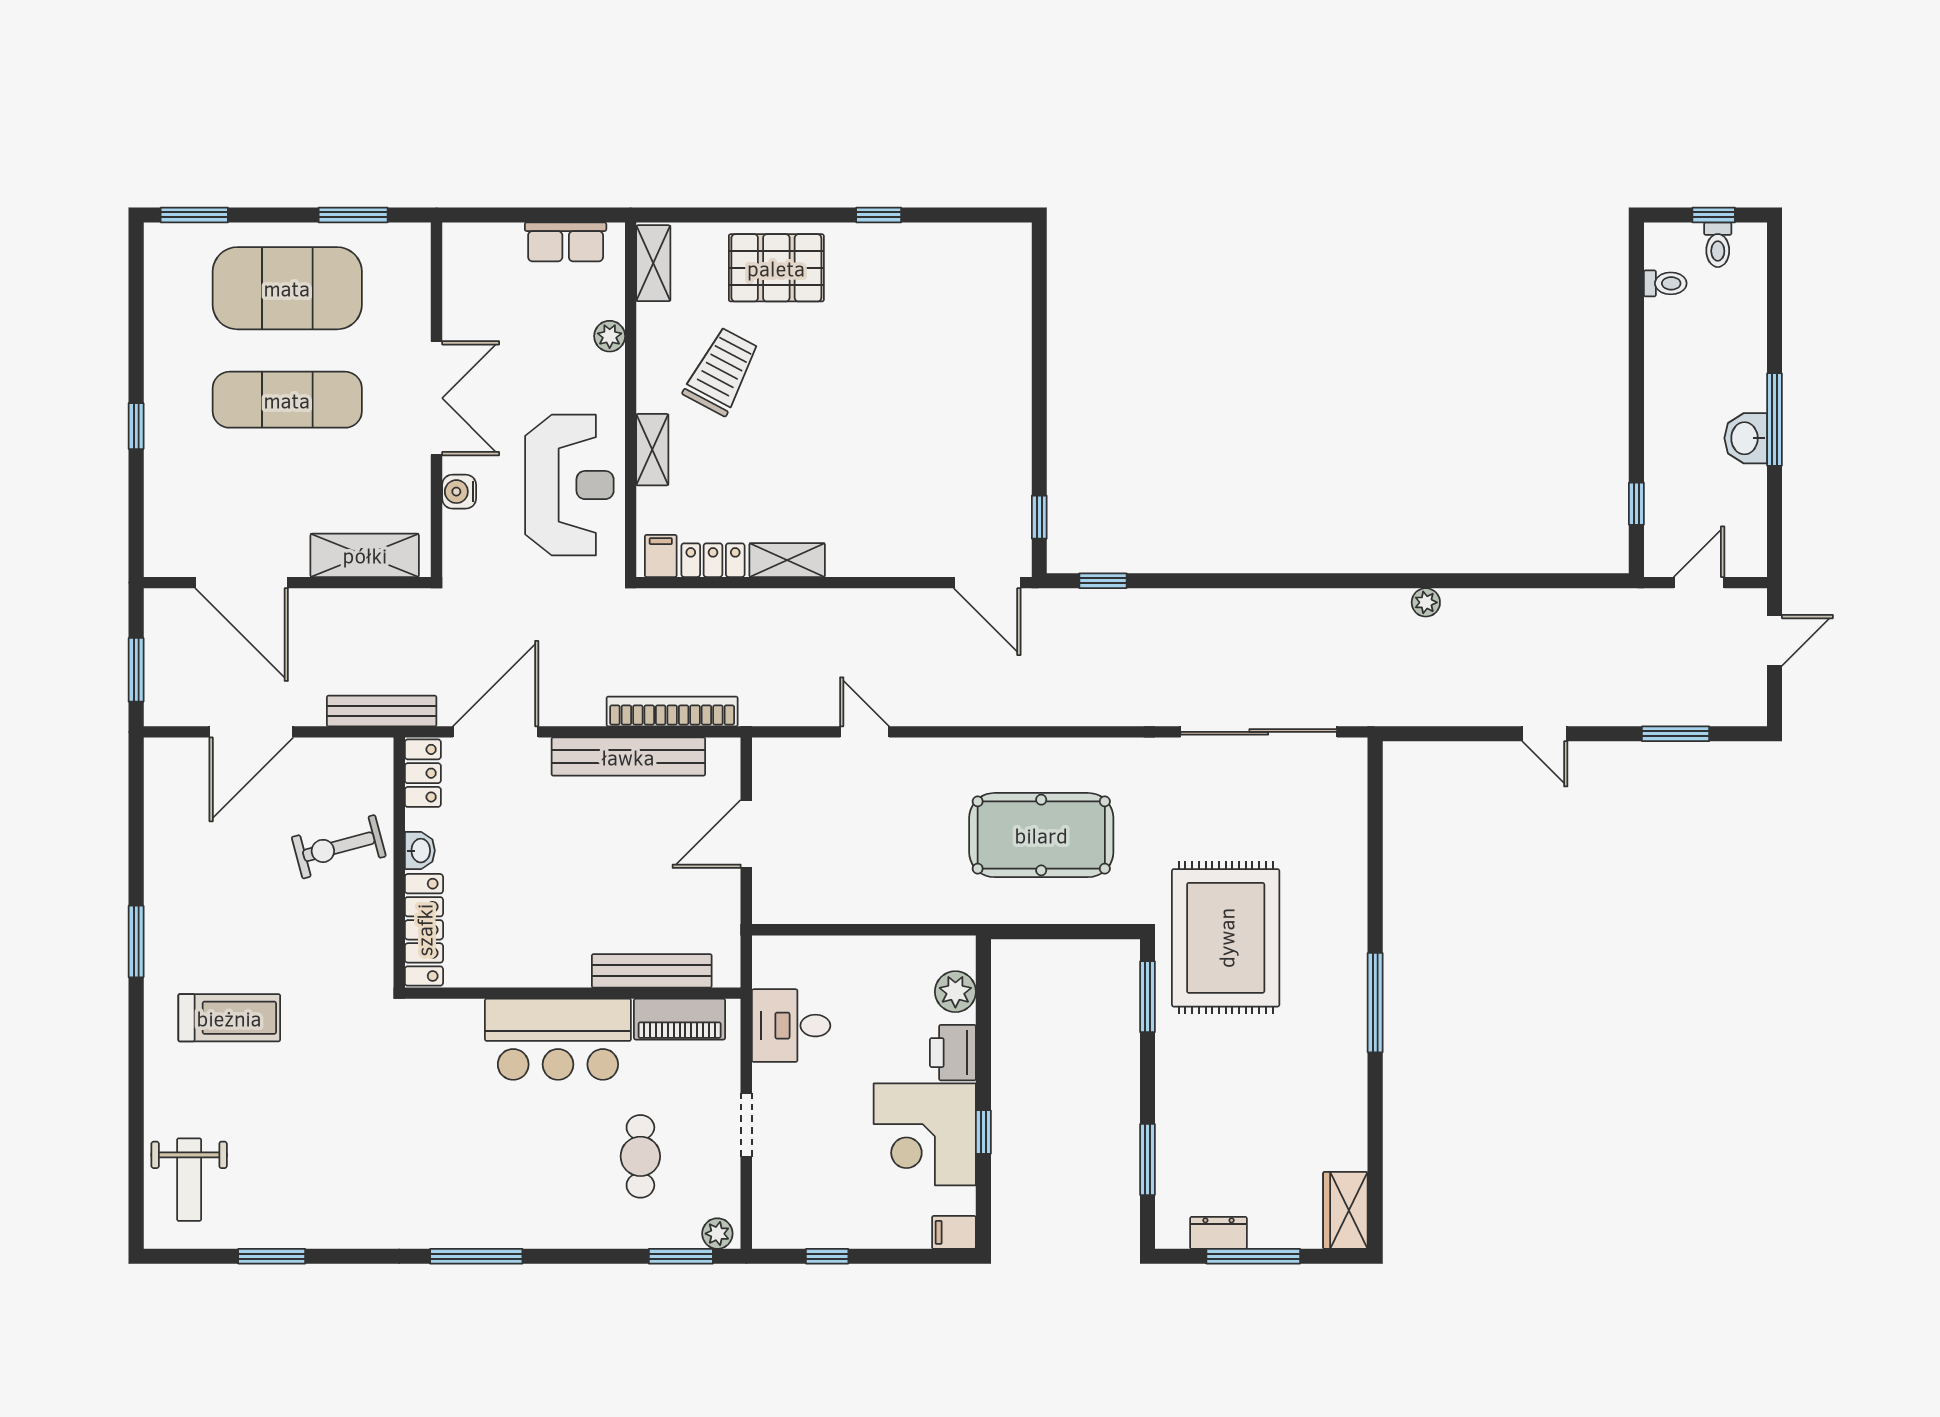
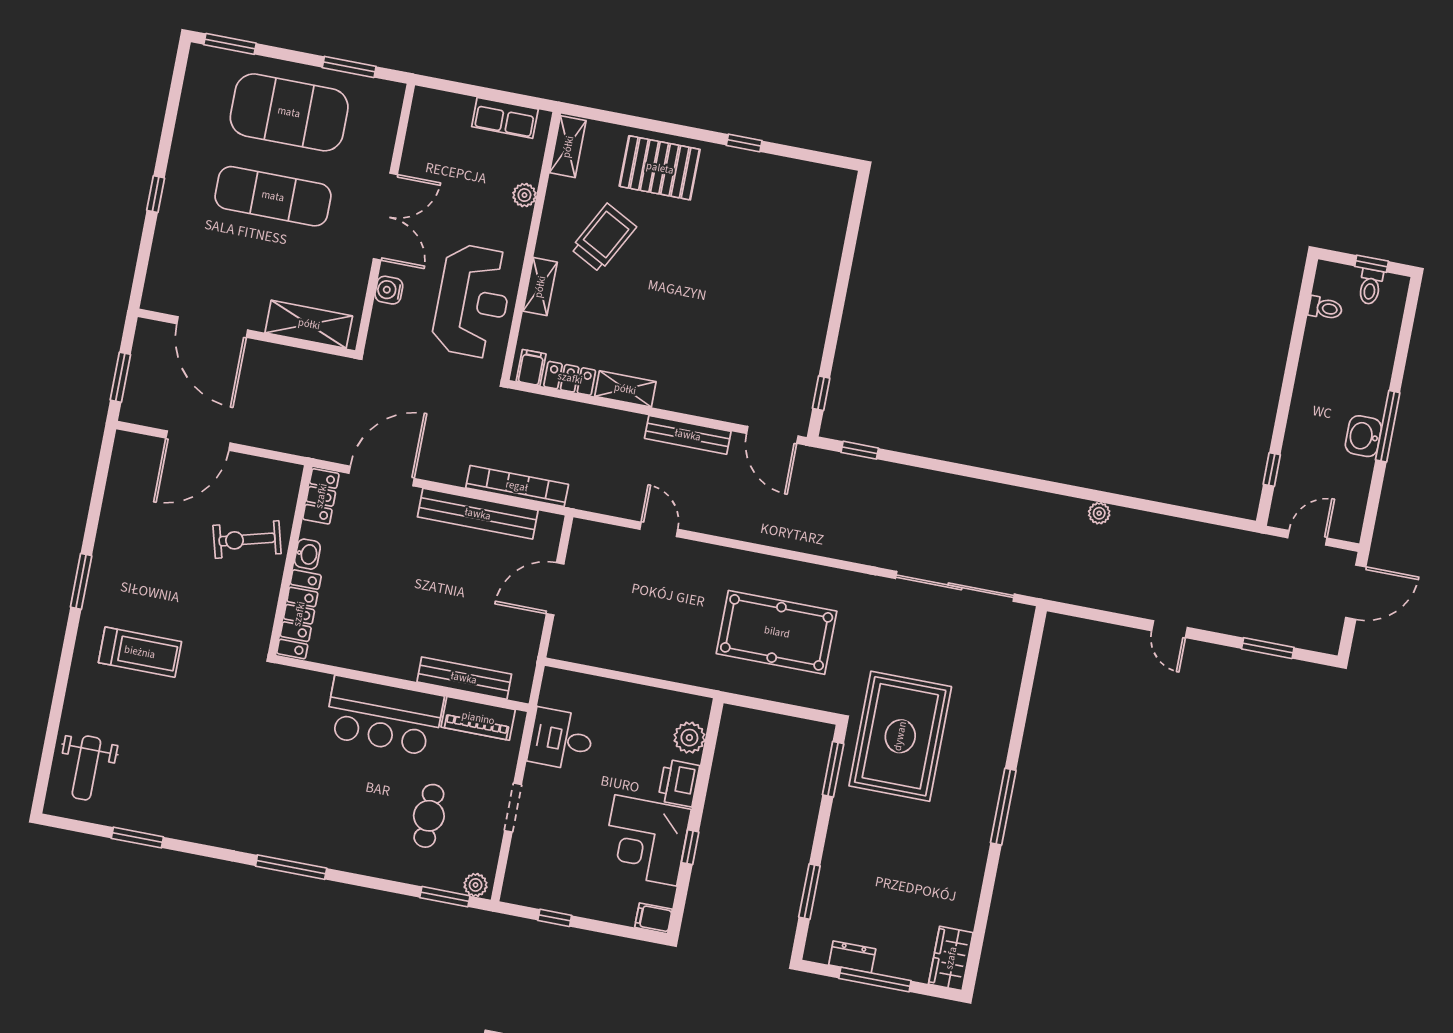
door: (1775, 640) -> (1356, 592), width x1.38
bench: (382, 711) -> (688, 435), moved

